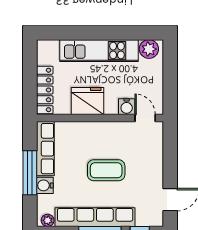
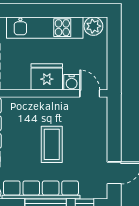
fridge: (87, 101) -> (47, 77), moved
coffee table: (106, 170) -> (52, 144), turned 90

